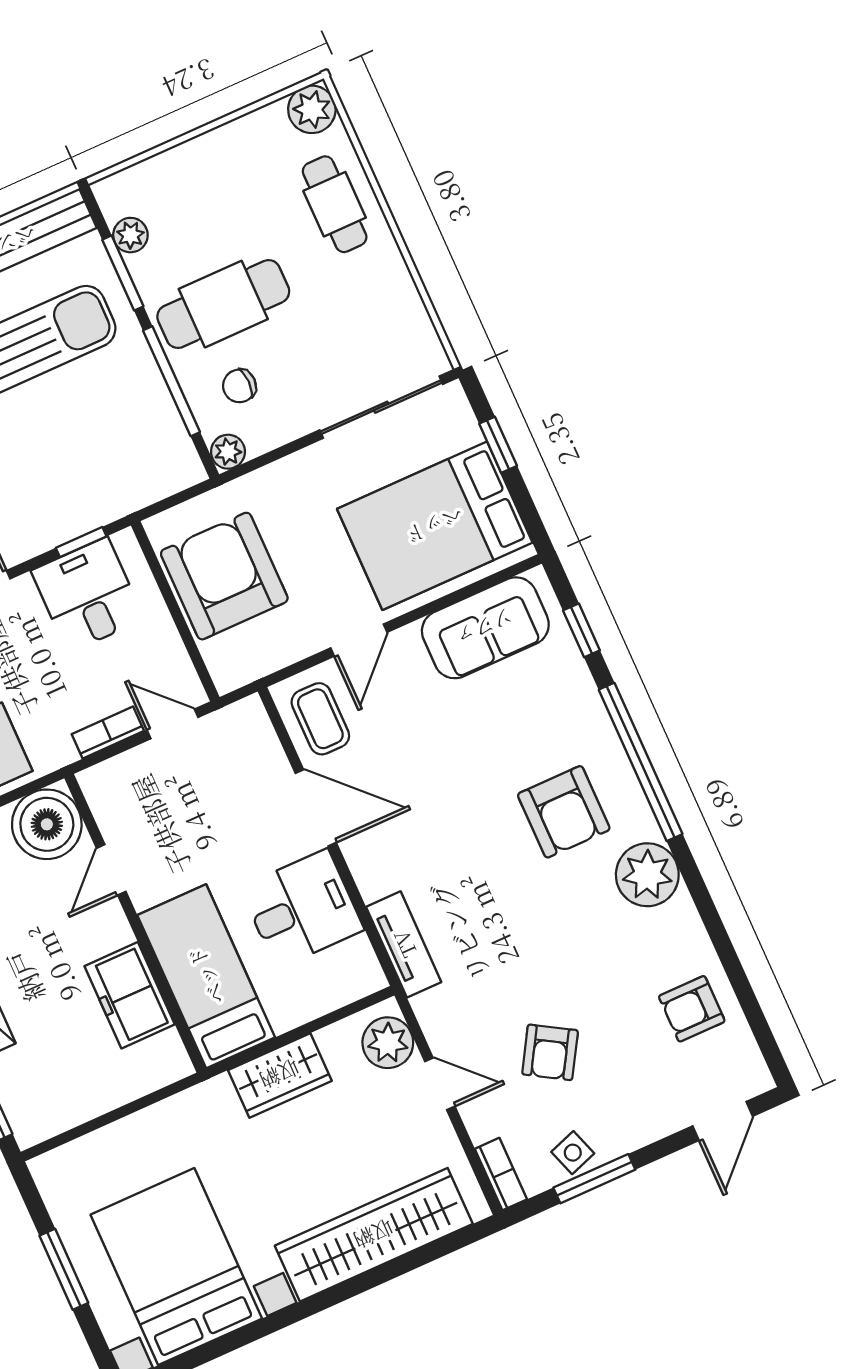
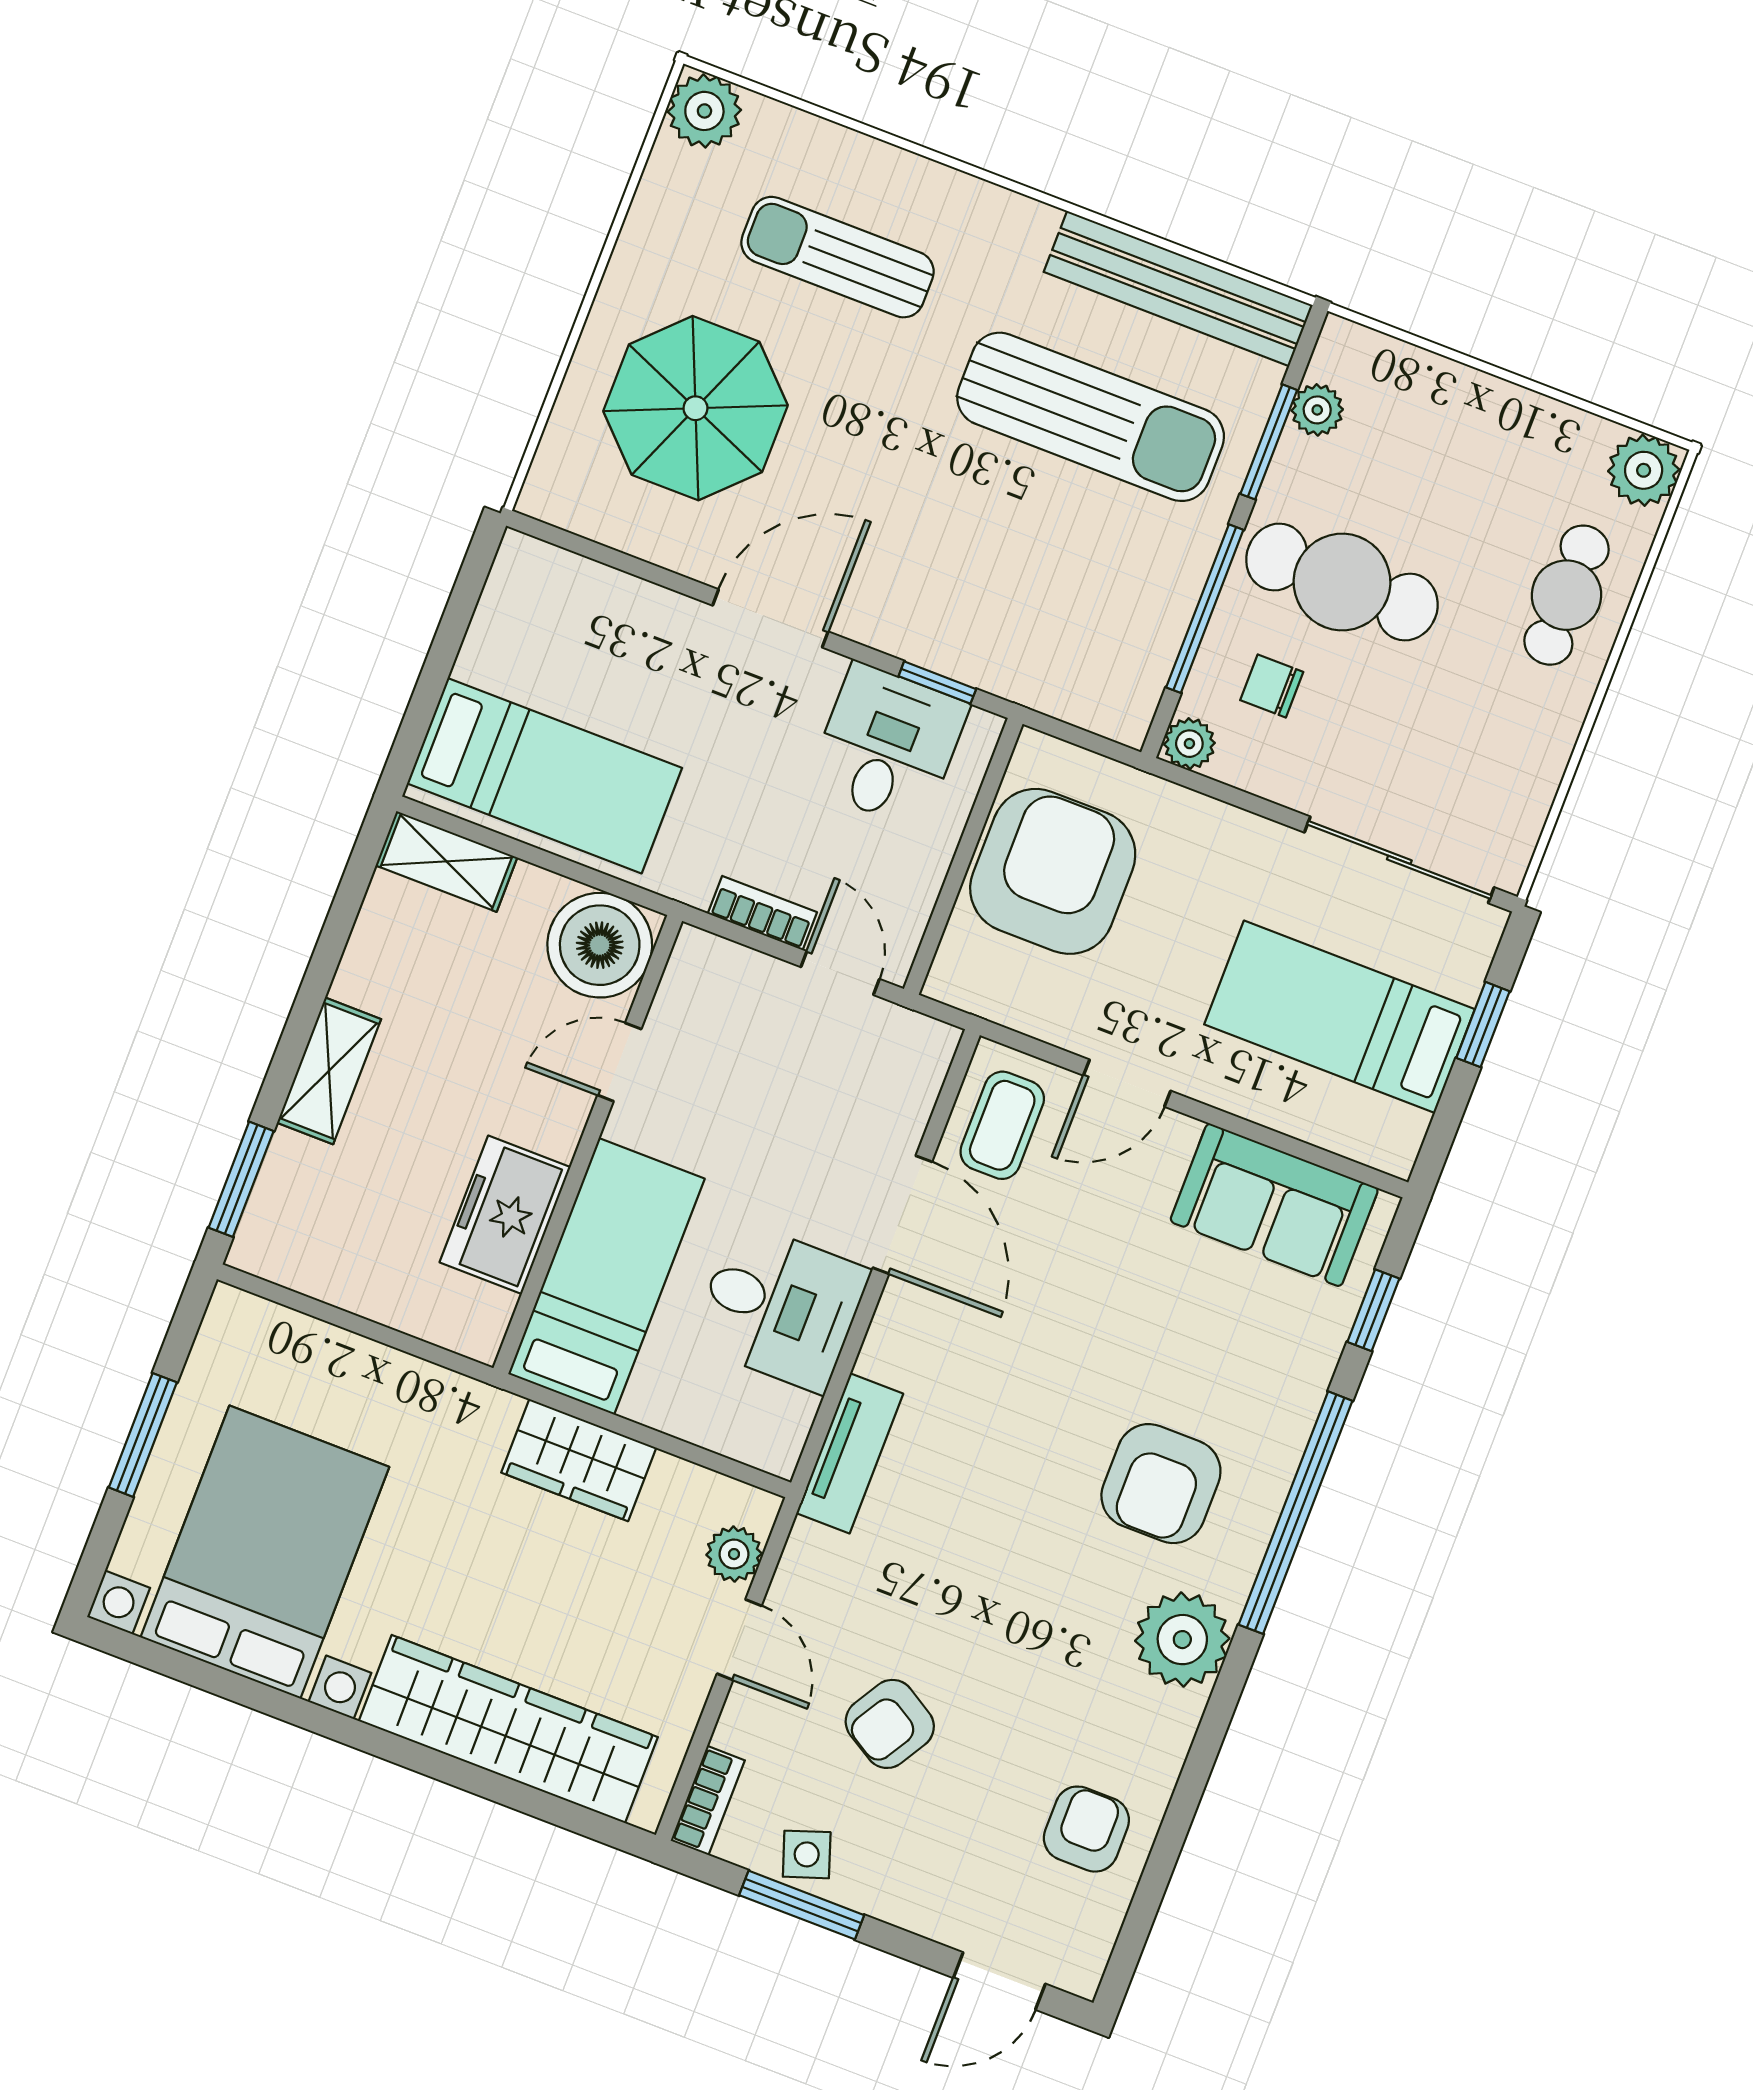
bed: (435, 526) -> (1339, 1017), width x0.67
armchair: (692, 1009) -> (1086, 1829), turned 90
plant: (388, 1043) -> (734, 1554), width x0.73, depth x0.73

